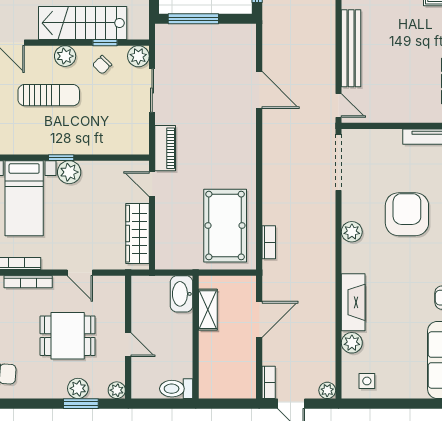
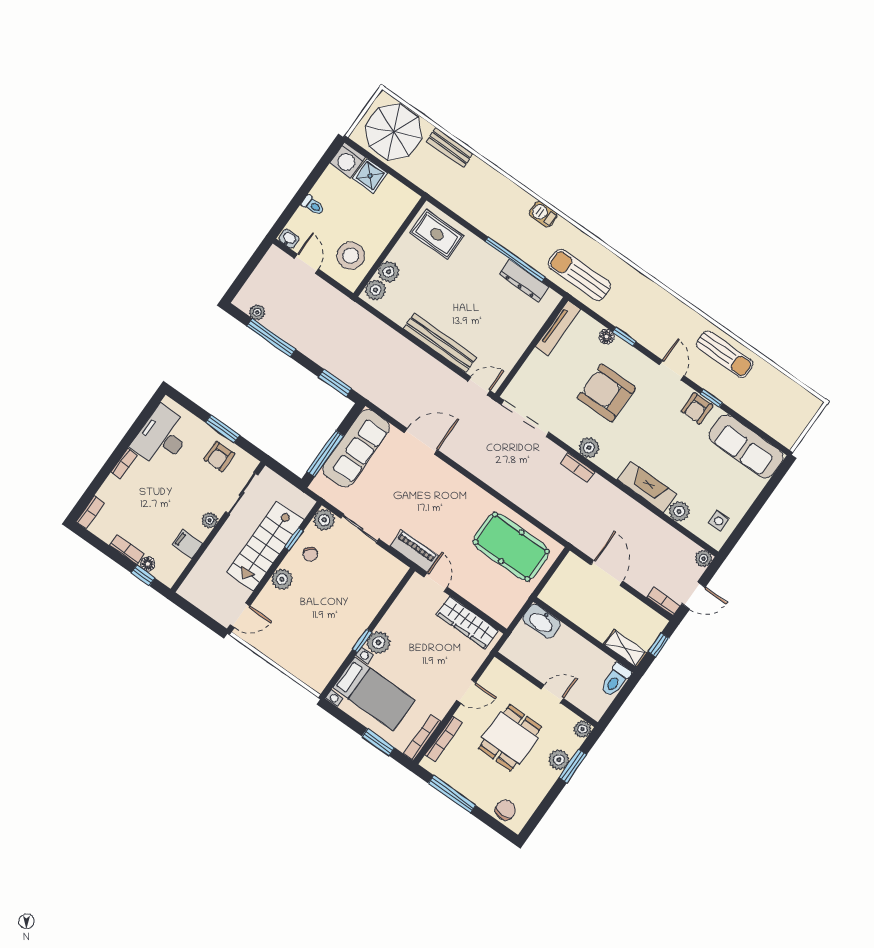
sofa: (216, 41) -> (356, 448), added
sun lounger: (49, 95) -> (304, 615), removed
door: (152, 184) -> (436, 582), swing flipped
bookcase: (269, 242) -> (578, 467), moved, turned 180
shelving: (208, 310) -> (625, 648), moved
window: (230, 404) -> (659, 645), added

